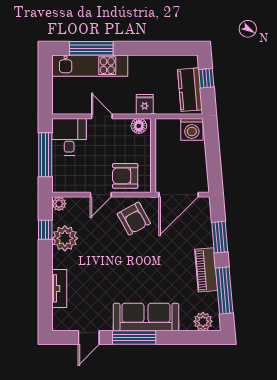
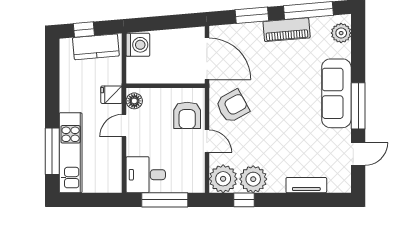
door: (102, 116) -> (124, 126), moved
plant: (59, 204) -> (223, 179), width x1.87, depth x1.87
door: (89, 337) -> (358, 154), hinge flipped

